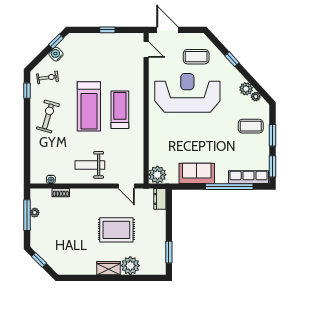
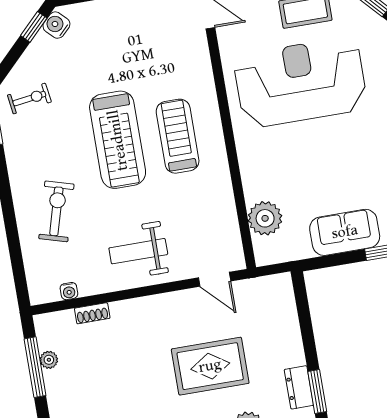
water cooler: (56, 54) -> (56, 25), moved
exercise bike: (48, 116) -> (56, 211), moved
plant: (157, 175) -> (265, 218), moved
dresser: (160, 199) -> (299, 387), moved

